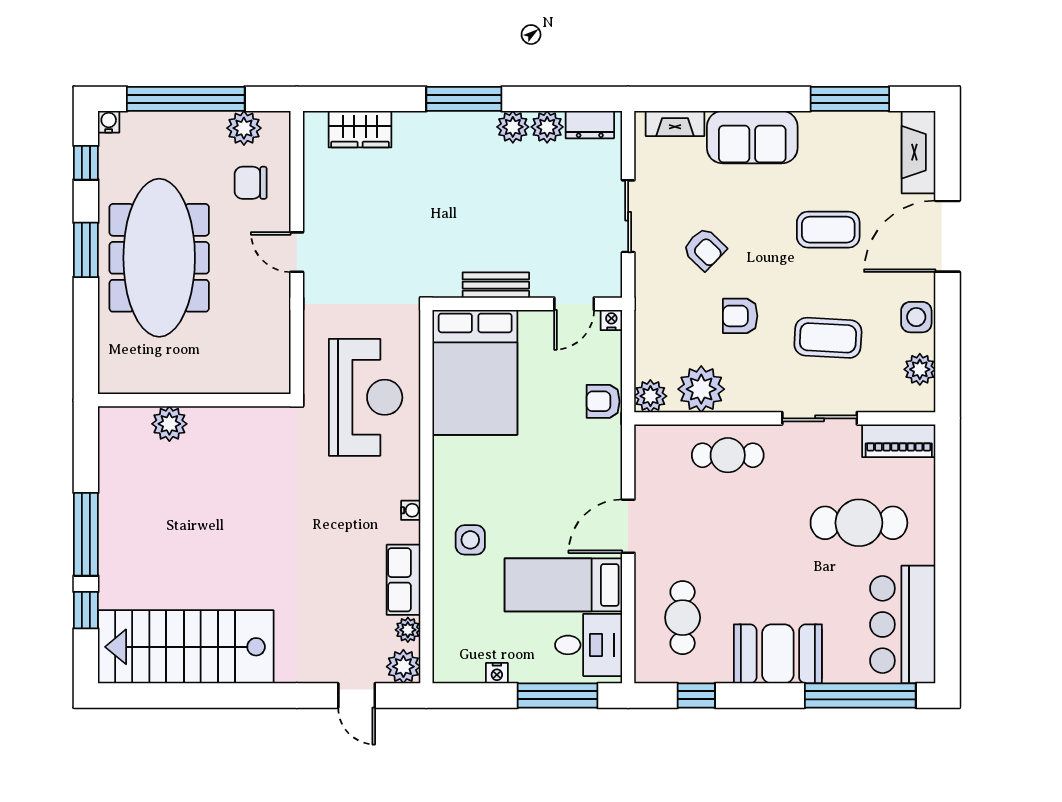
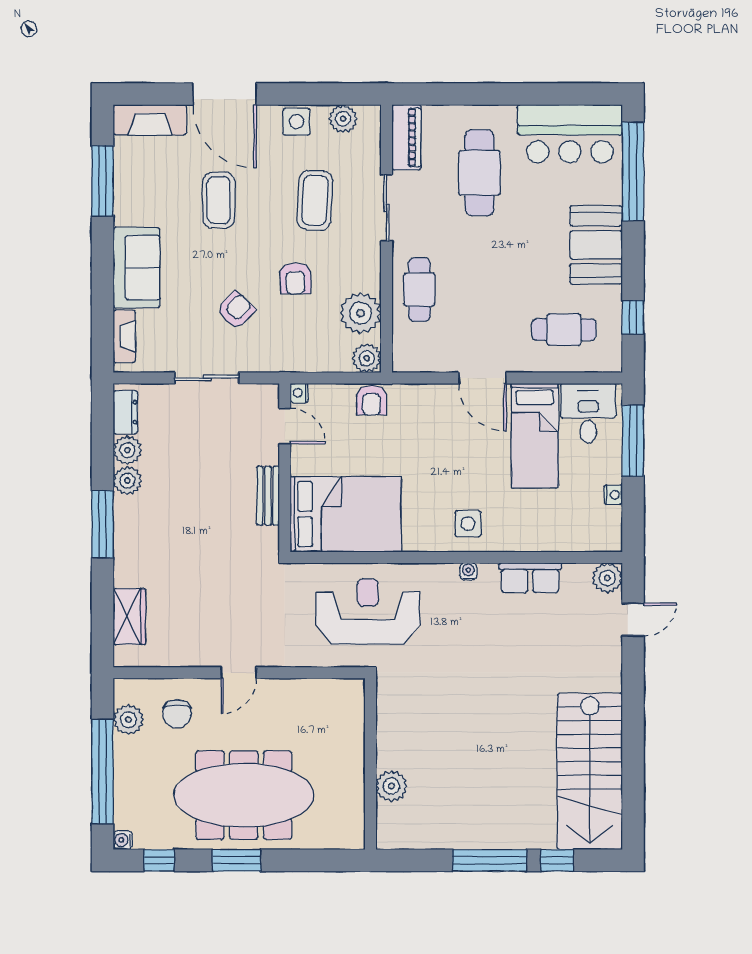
side table: (470, 540) -> (468, 524), moved
plant: (408, 630) -> (575, 574), removed

